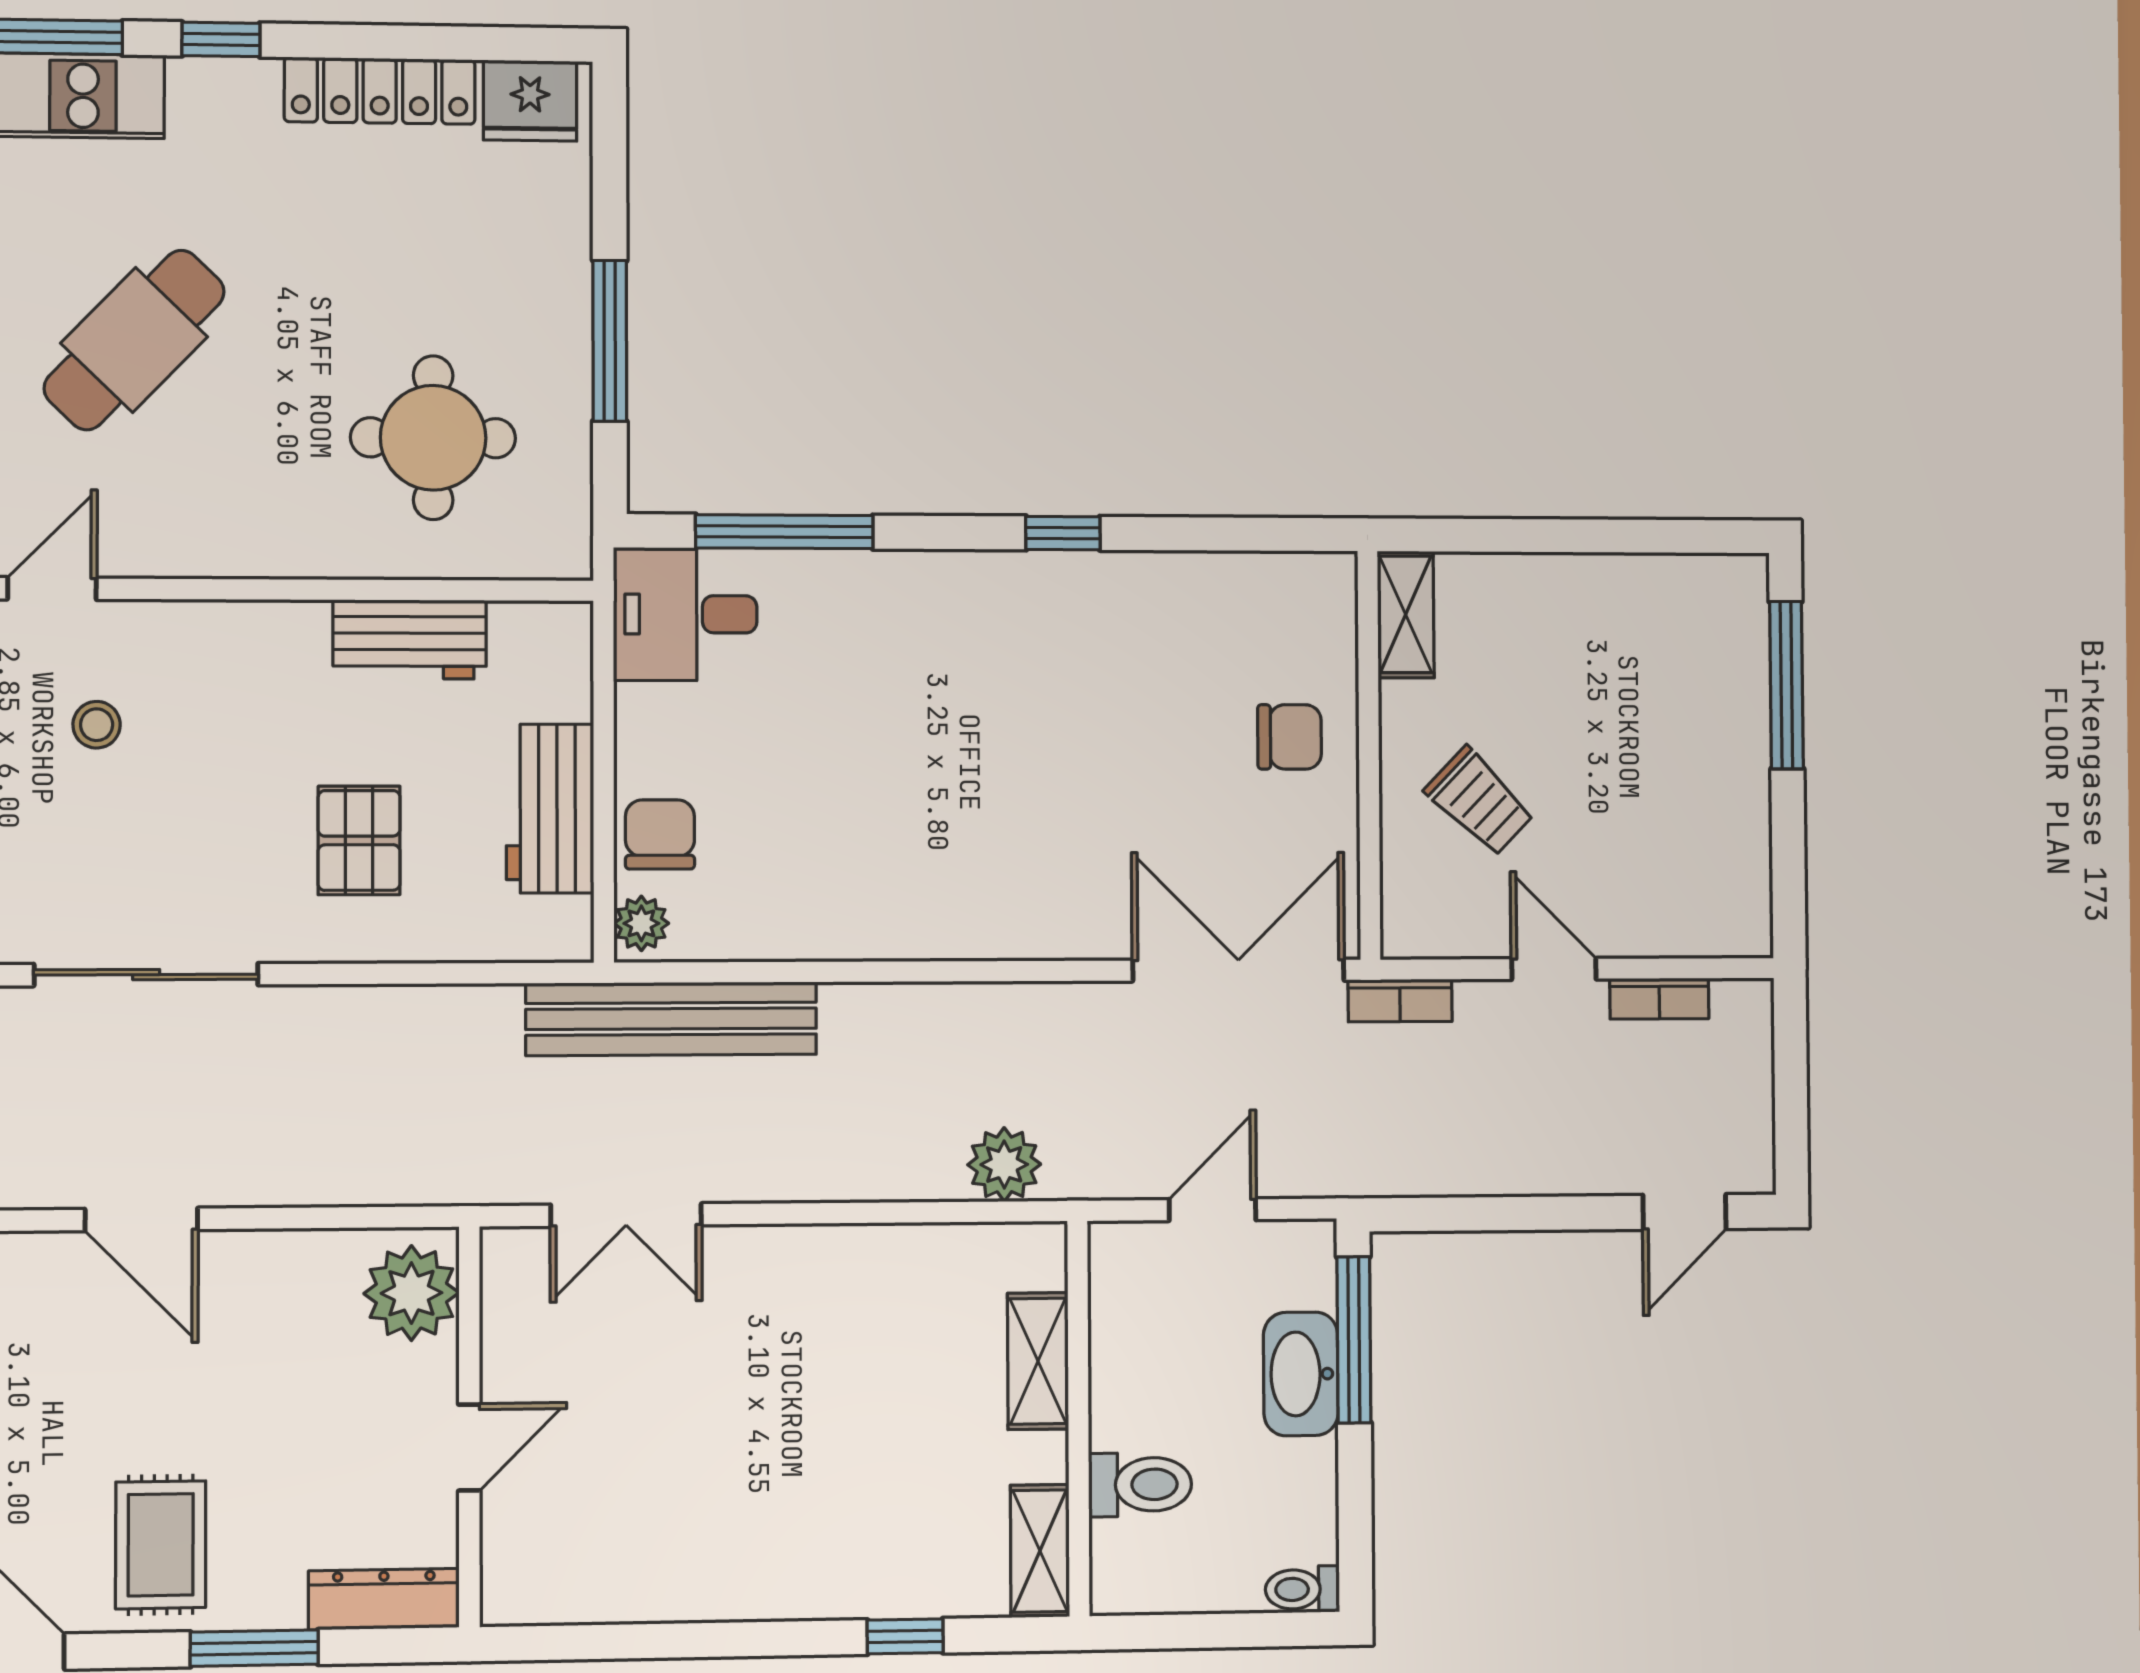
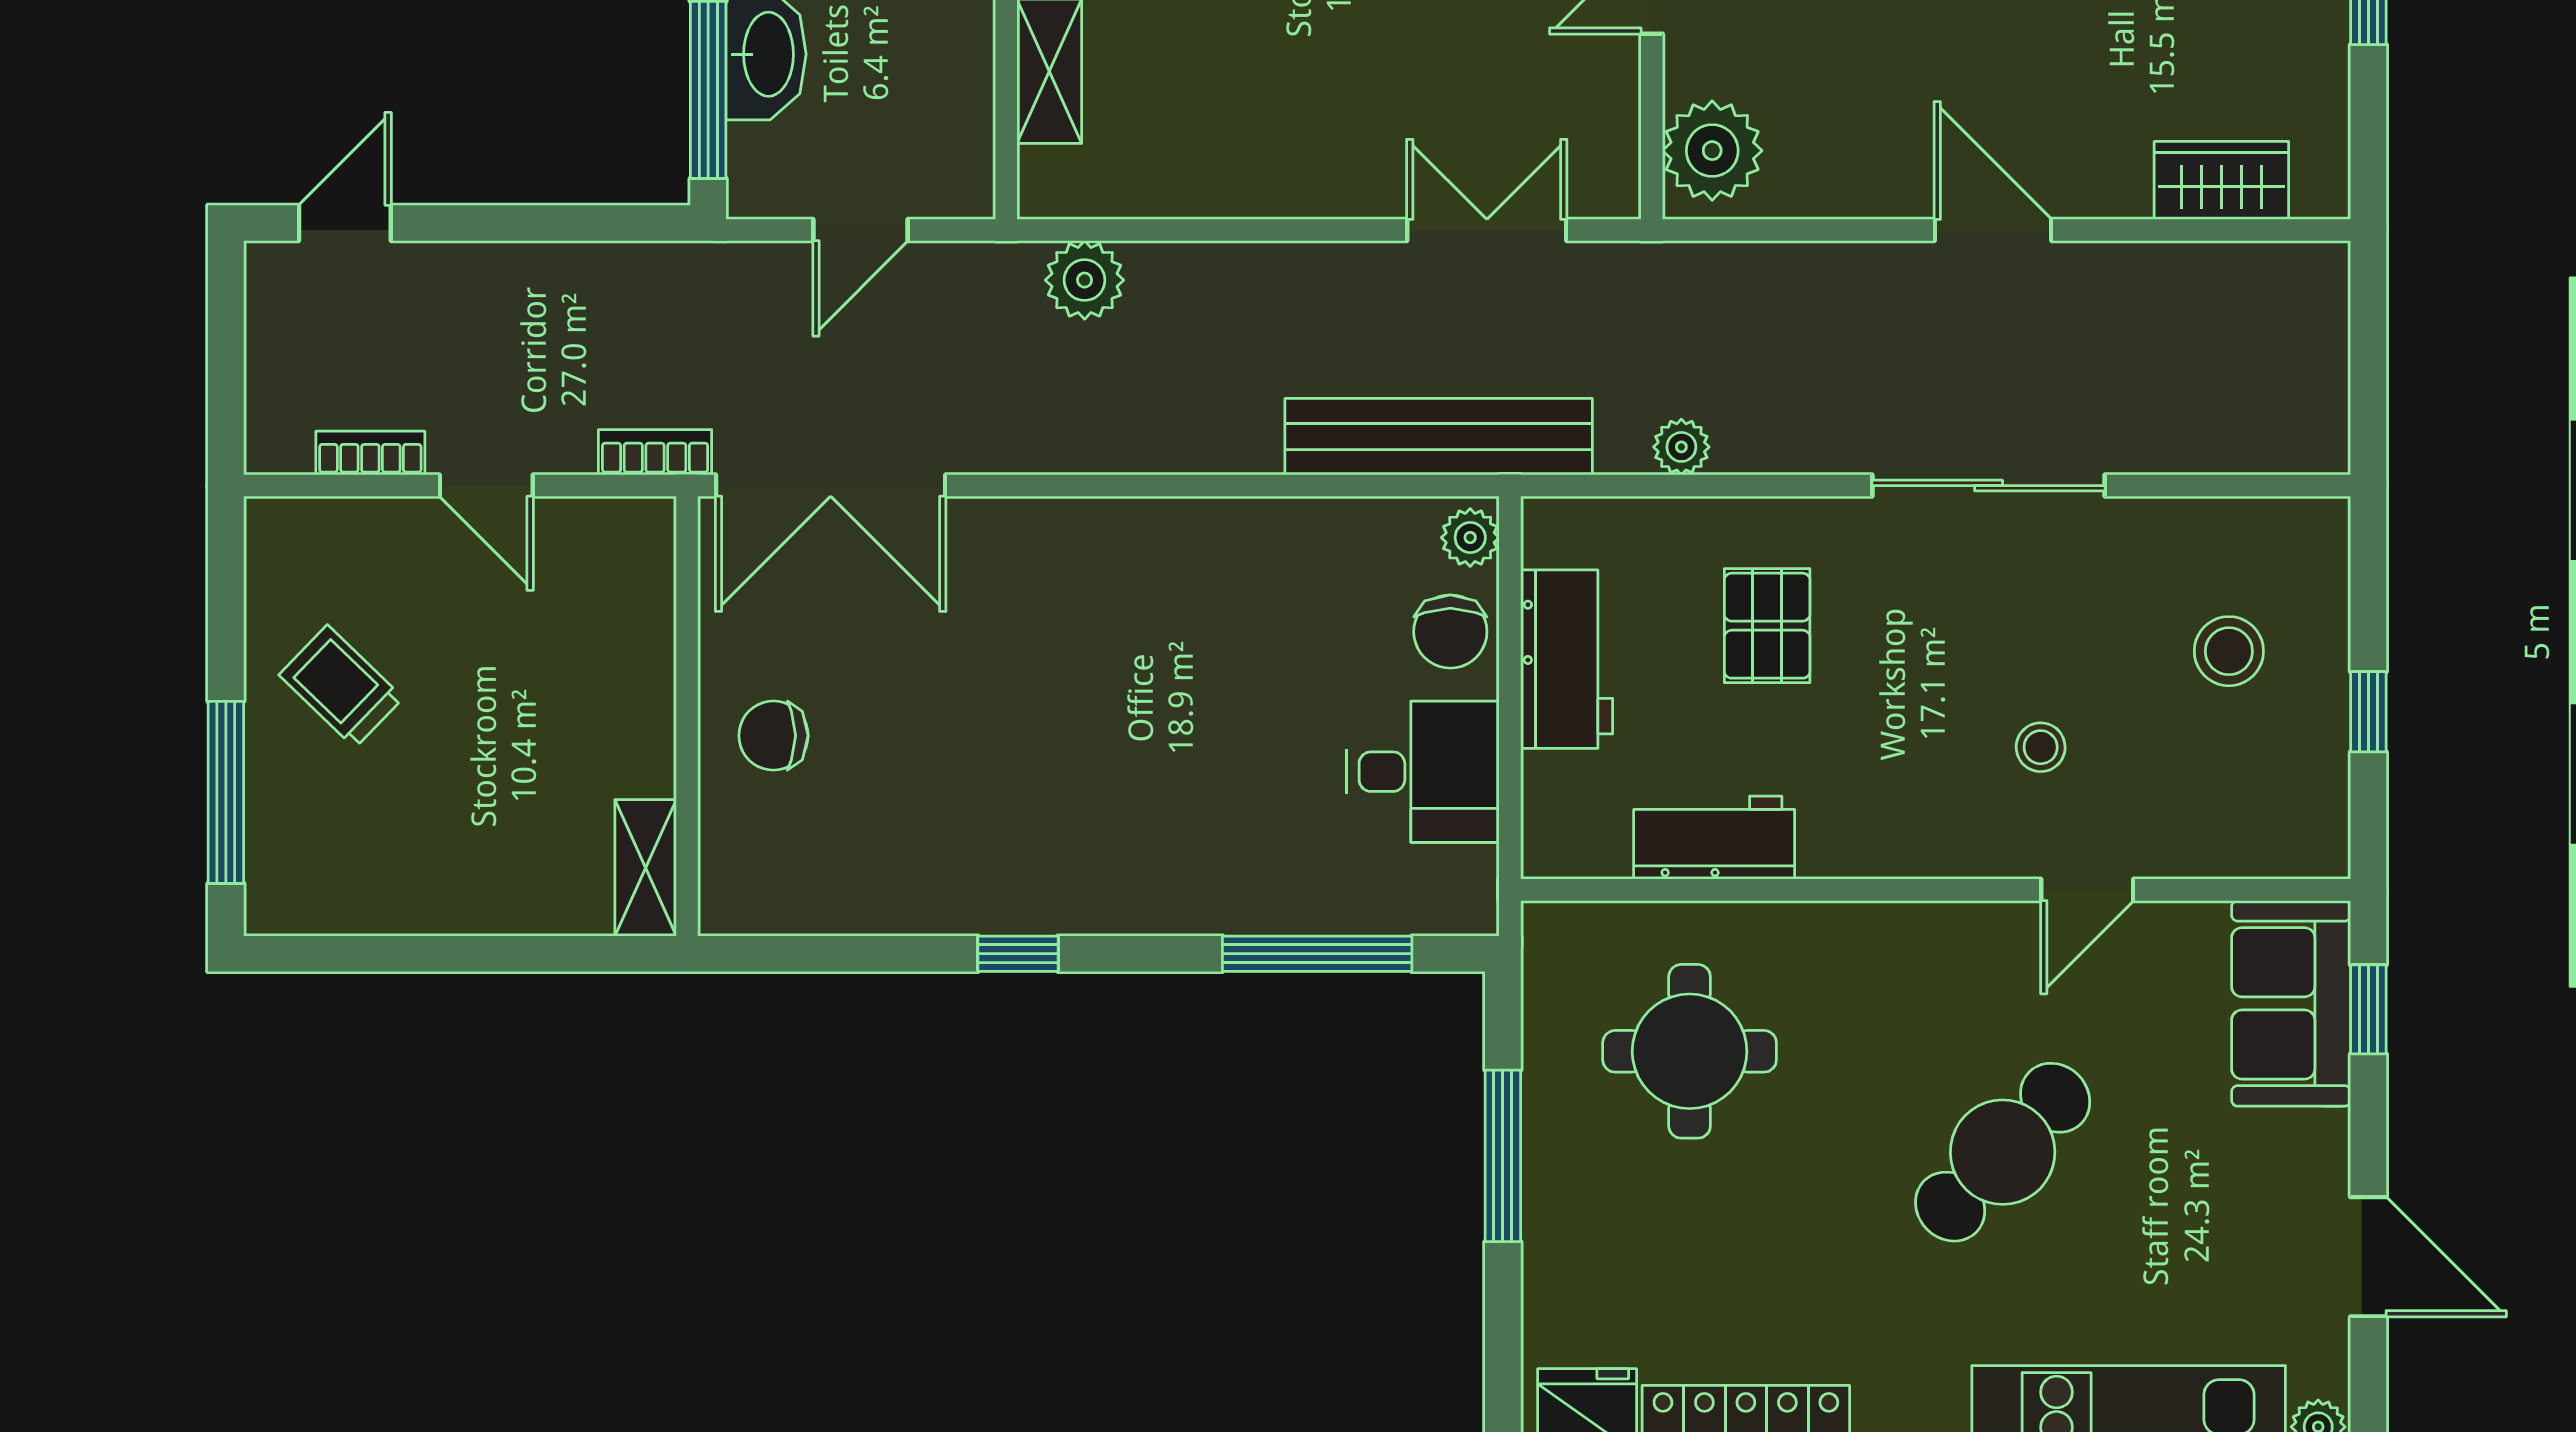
desk: (685, 614) -> (1423, 772), moved
trolley: (1480, 801) -> (341, 686), moved
plant: (441, 1010) -> (1681, 447), added

